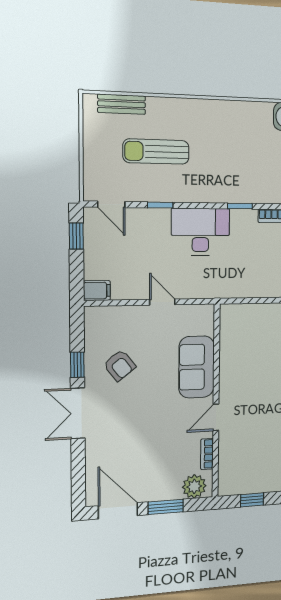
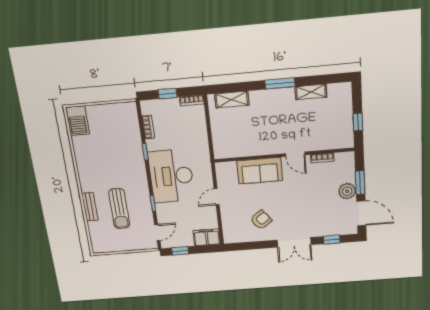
bench: (122, 104) -> (90, 207), moved
desk: (200, 232) -> (171, 176), width x1.36, depth x1.30
filing cabinet: (97, 291) -> (207, 237), width x2.00
window: (77, 365) -> (332, 240), moved
plant: (194, 486) -> (347, 191), moved
door: (118, 511) -> (361, 213), swing flipped

